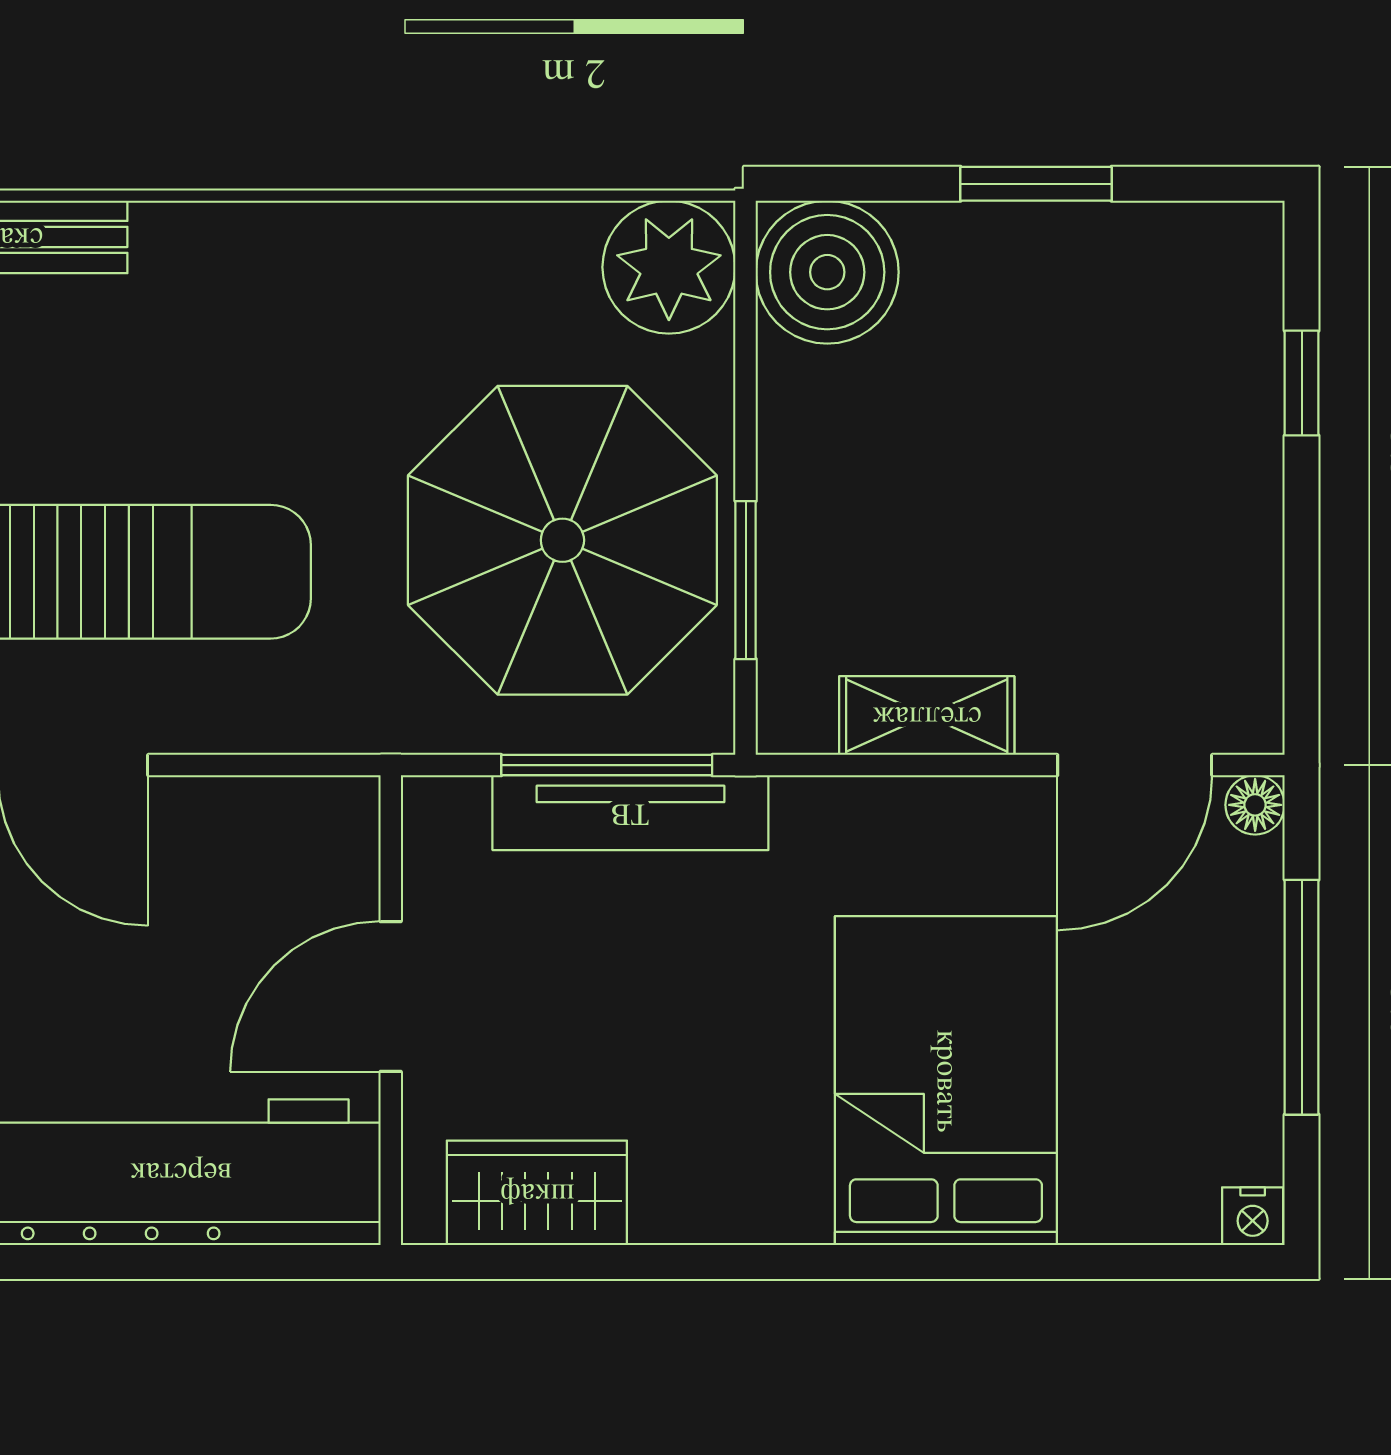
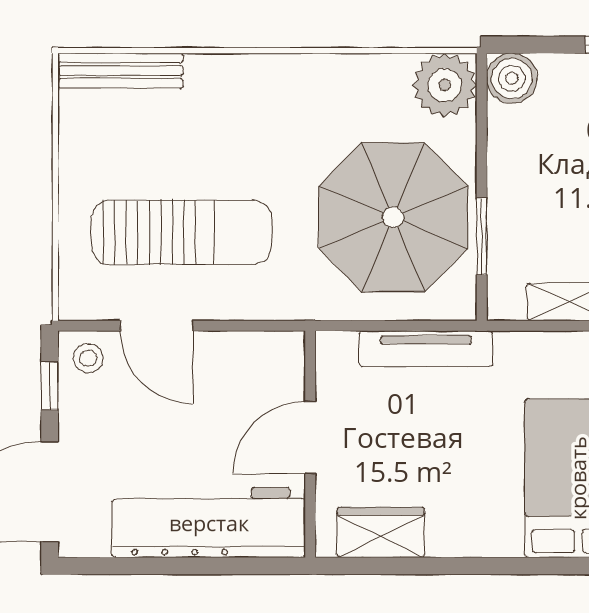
boiler: (827, 272) -> (512, 78), width x0.73, depth x0.73
window: (607, 765) -> (415, 326), removed

